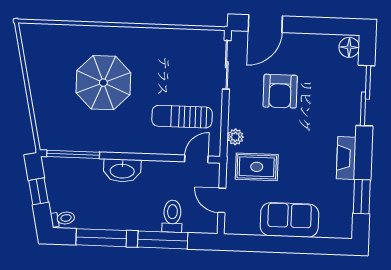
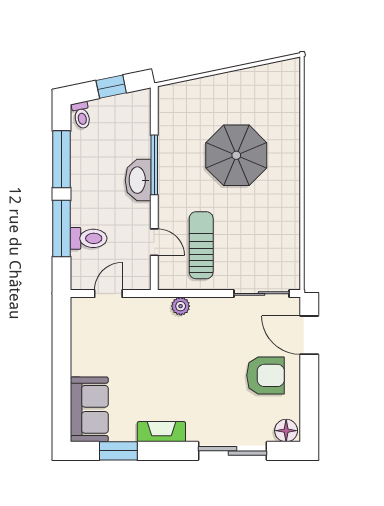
armchair: (280, 91) -> (266, 375), moved, turned 180
window: (73, 154) -> (154, 165), moved
door: (196, 159) -> (154, 242), moved
rug: (257, 167) -> (148, 331), removed
sofa: (289, 220) -> (89, 409), moved

